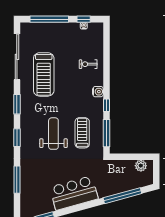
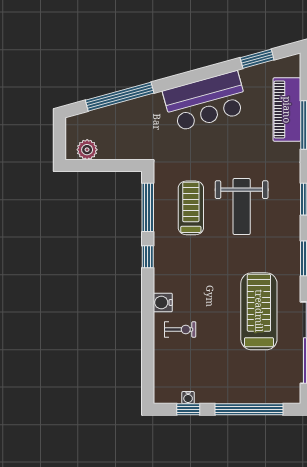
water cooler: (98, 92) -> (163, 302), moved
treadmill: (82, 133) -> (191, 208), turned 180
piano: (28, 188) -> (287, 110), added

